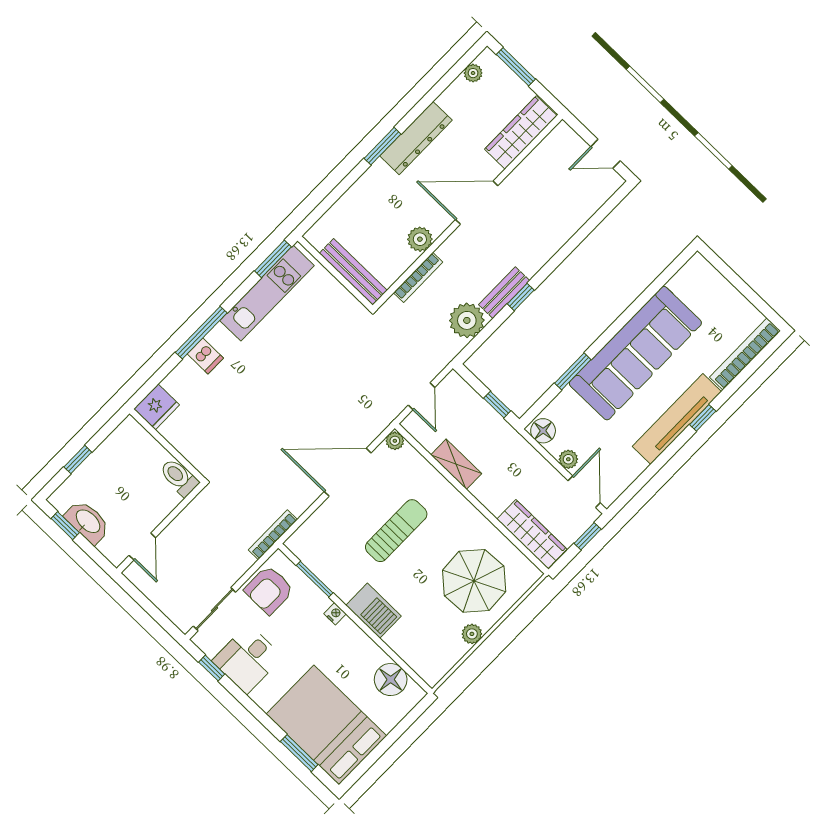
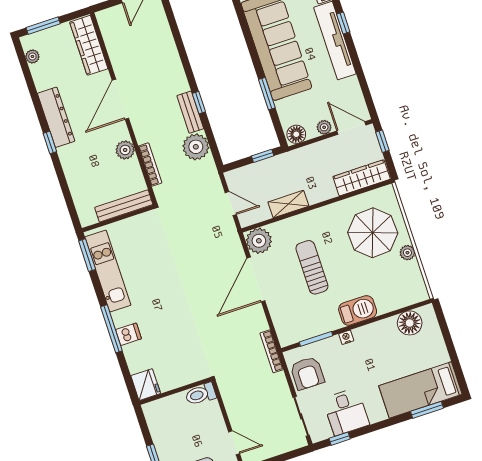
window: (383, 146) -> (50, 143), width x0.67
plant: (395, 441) -> (259, 241), width x1.87, depth x1.87
bed: (326, 725) -> (420, 390), width x0.67

